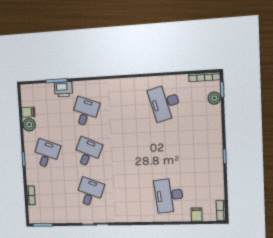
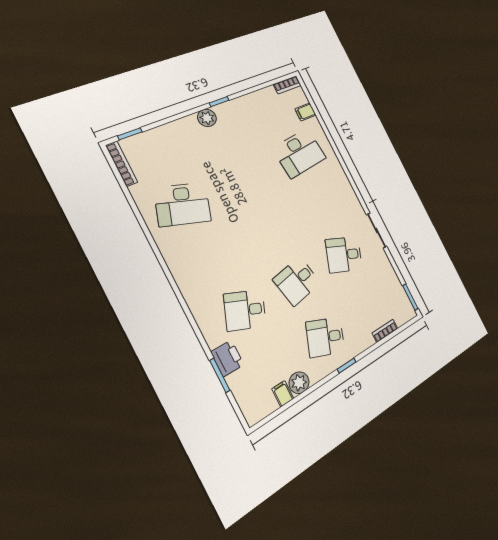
plant: (214, 98) -> (207, 118), moved
desk: (165, 103) -> (183, 204), turned 33
desk: (88, 152) -> (297, 281), turned -36

